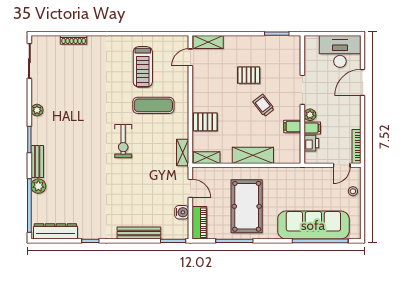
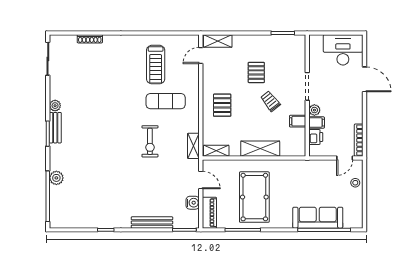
pallet: (249, 75) -> (256, 72), turned 90
door: (363, 82) -> (364, 79), swing flipped
pallet: (205, 122) -> (222, 105), moved, turned 90
exercise bike: (123, 141) -> (150, 141), moved
bench: (37, 162) -> (55, 128), moved
sofa: (313, 225) -> (318, 218), width x0.74, depth x0.79
dresser: (55, 231) -> (73, 221), removed

